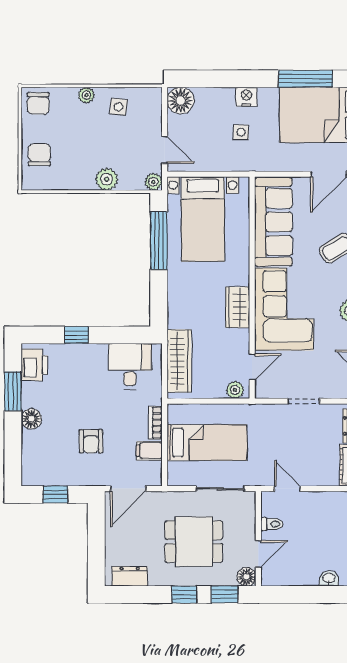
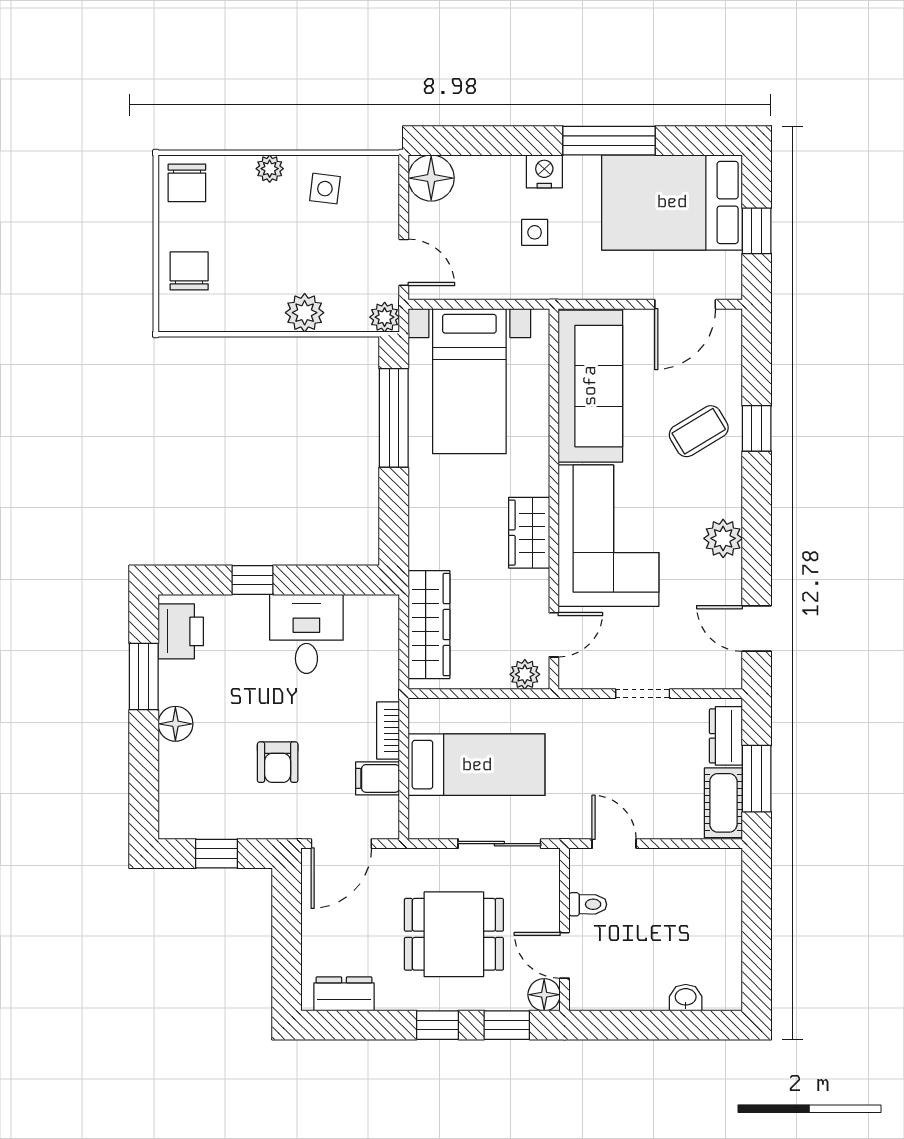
window: (306, 79) -> (609, 141), moved
desk: (130, 366) -> (306, 634), moved
door: (258, 554) -> (565, 955), swing flipped

